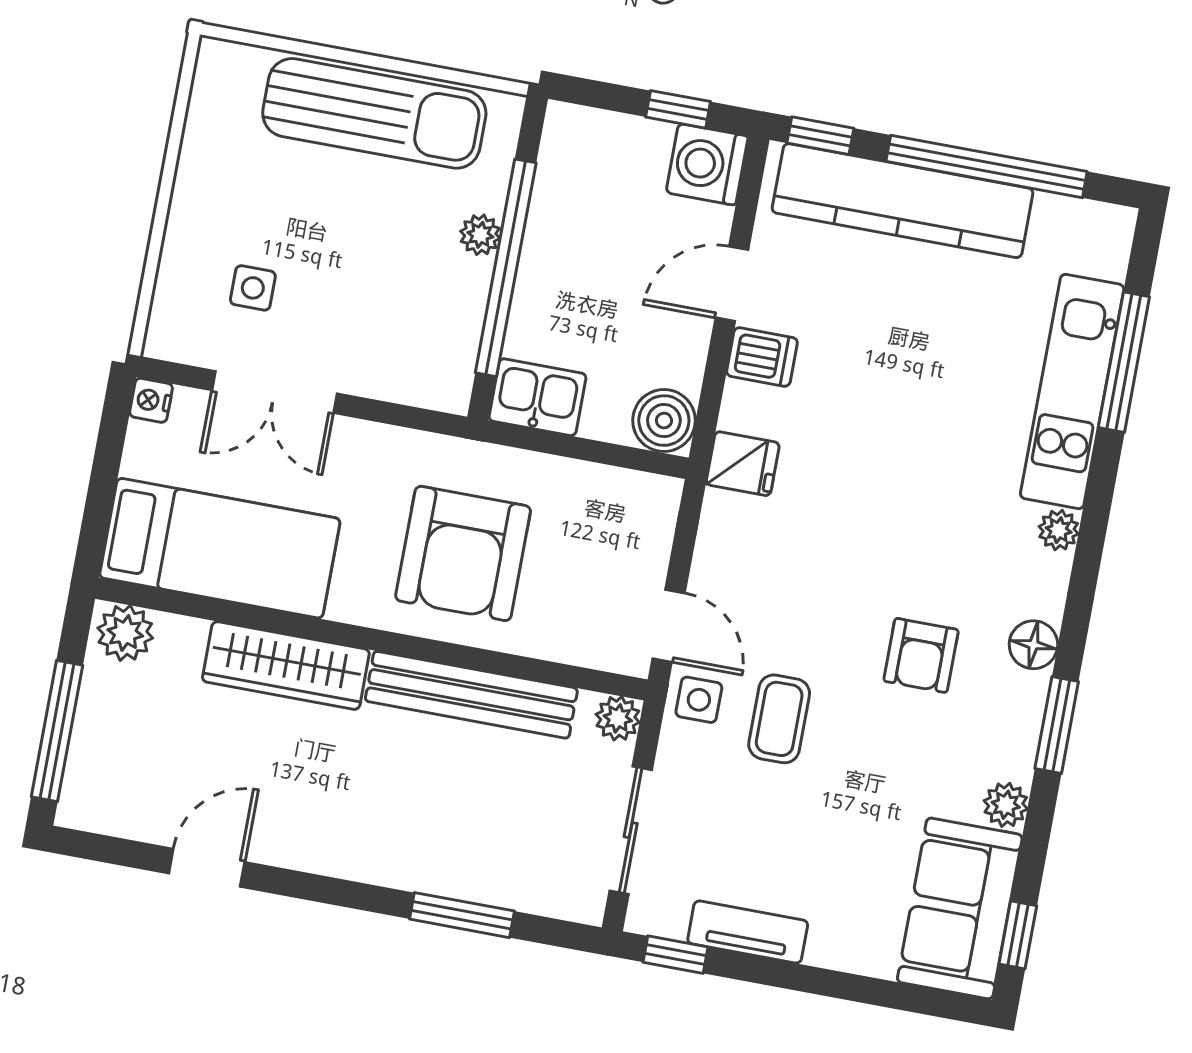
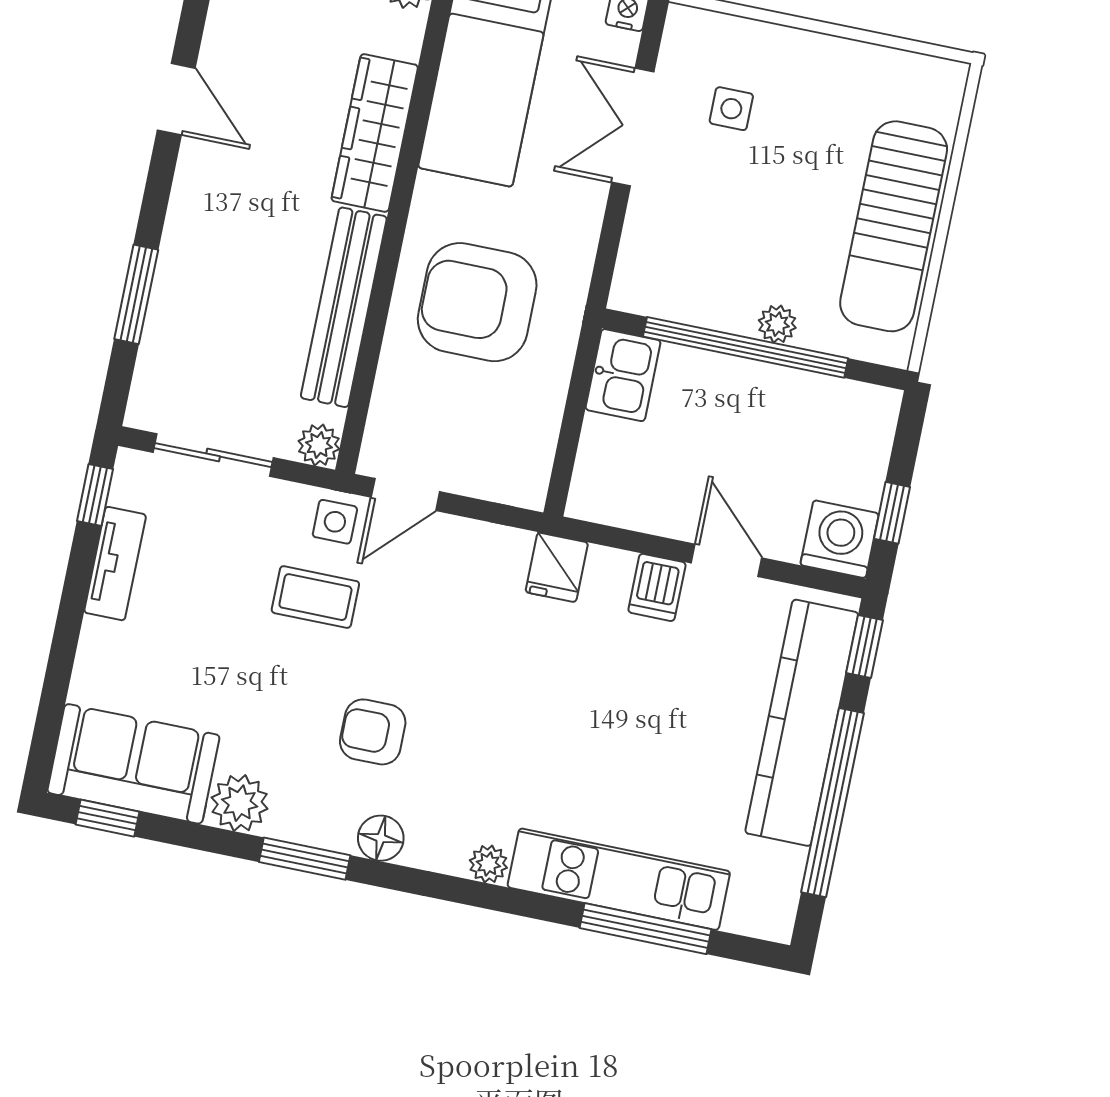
boiler: (664, 421) -> (599, 494), removed
plant: (1006, 805) -> (240, 803), width x1.38, depth x1.38
door: (207, 868) -> (176, 99), moved

